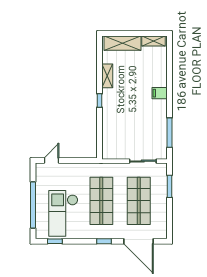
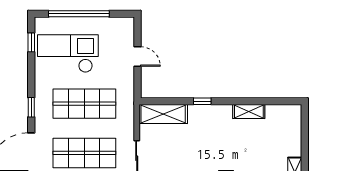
shelving: (123, 43) -> (163, 114), moved, turned 90
window: (100, 100) -> (202, 101), moved
door: (51, 160) -> (137, 56), moved

